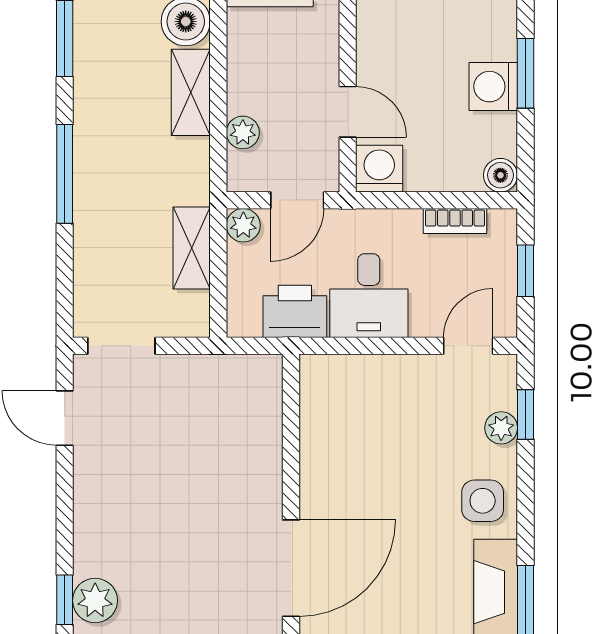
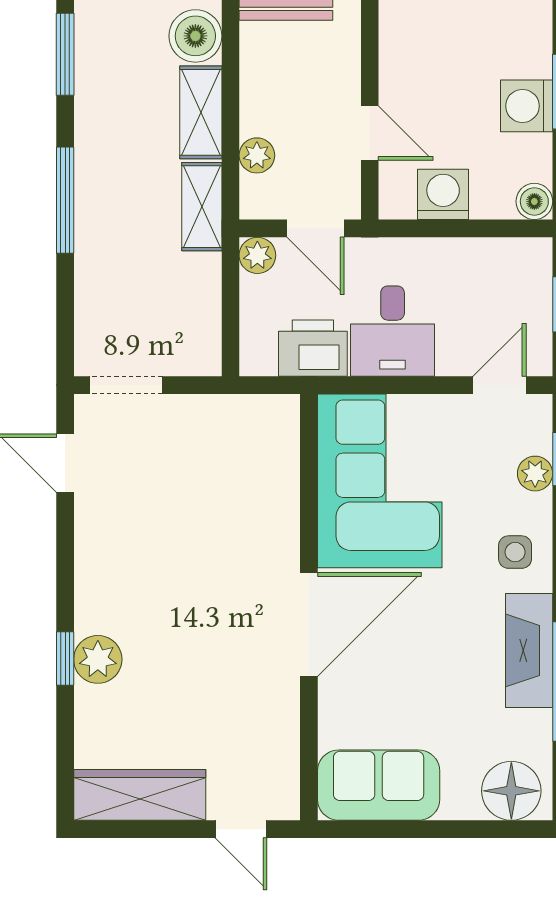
washing machine: (379, 169) -> (443, 194), moved
door: (297, 200) -> (315, 228), hinge flipped
bookcase: (455, 221) -> (485, 251), removed
shelving: (192, 248) -> (202, 207), moved
corner sofa: (357, 435) -> (380, 481), added
side table: (483, 501) -> (515, 552), width x0.73, depth x0.73

